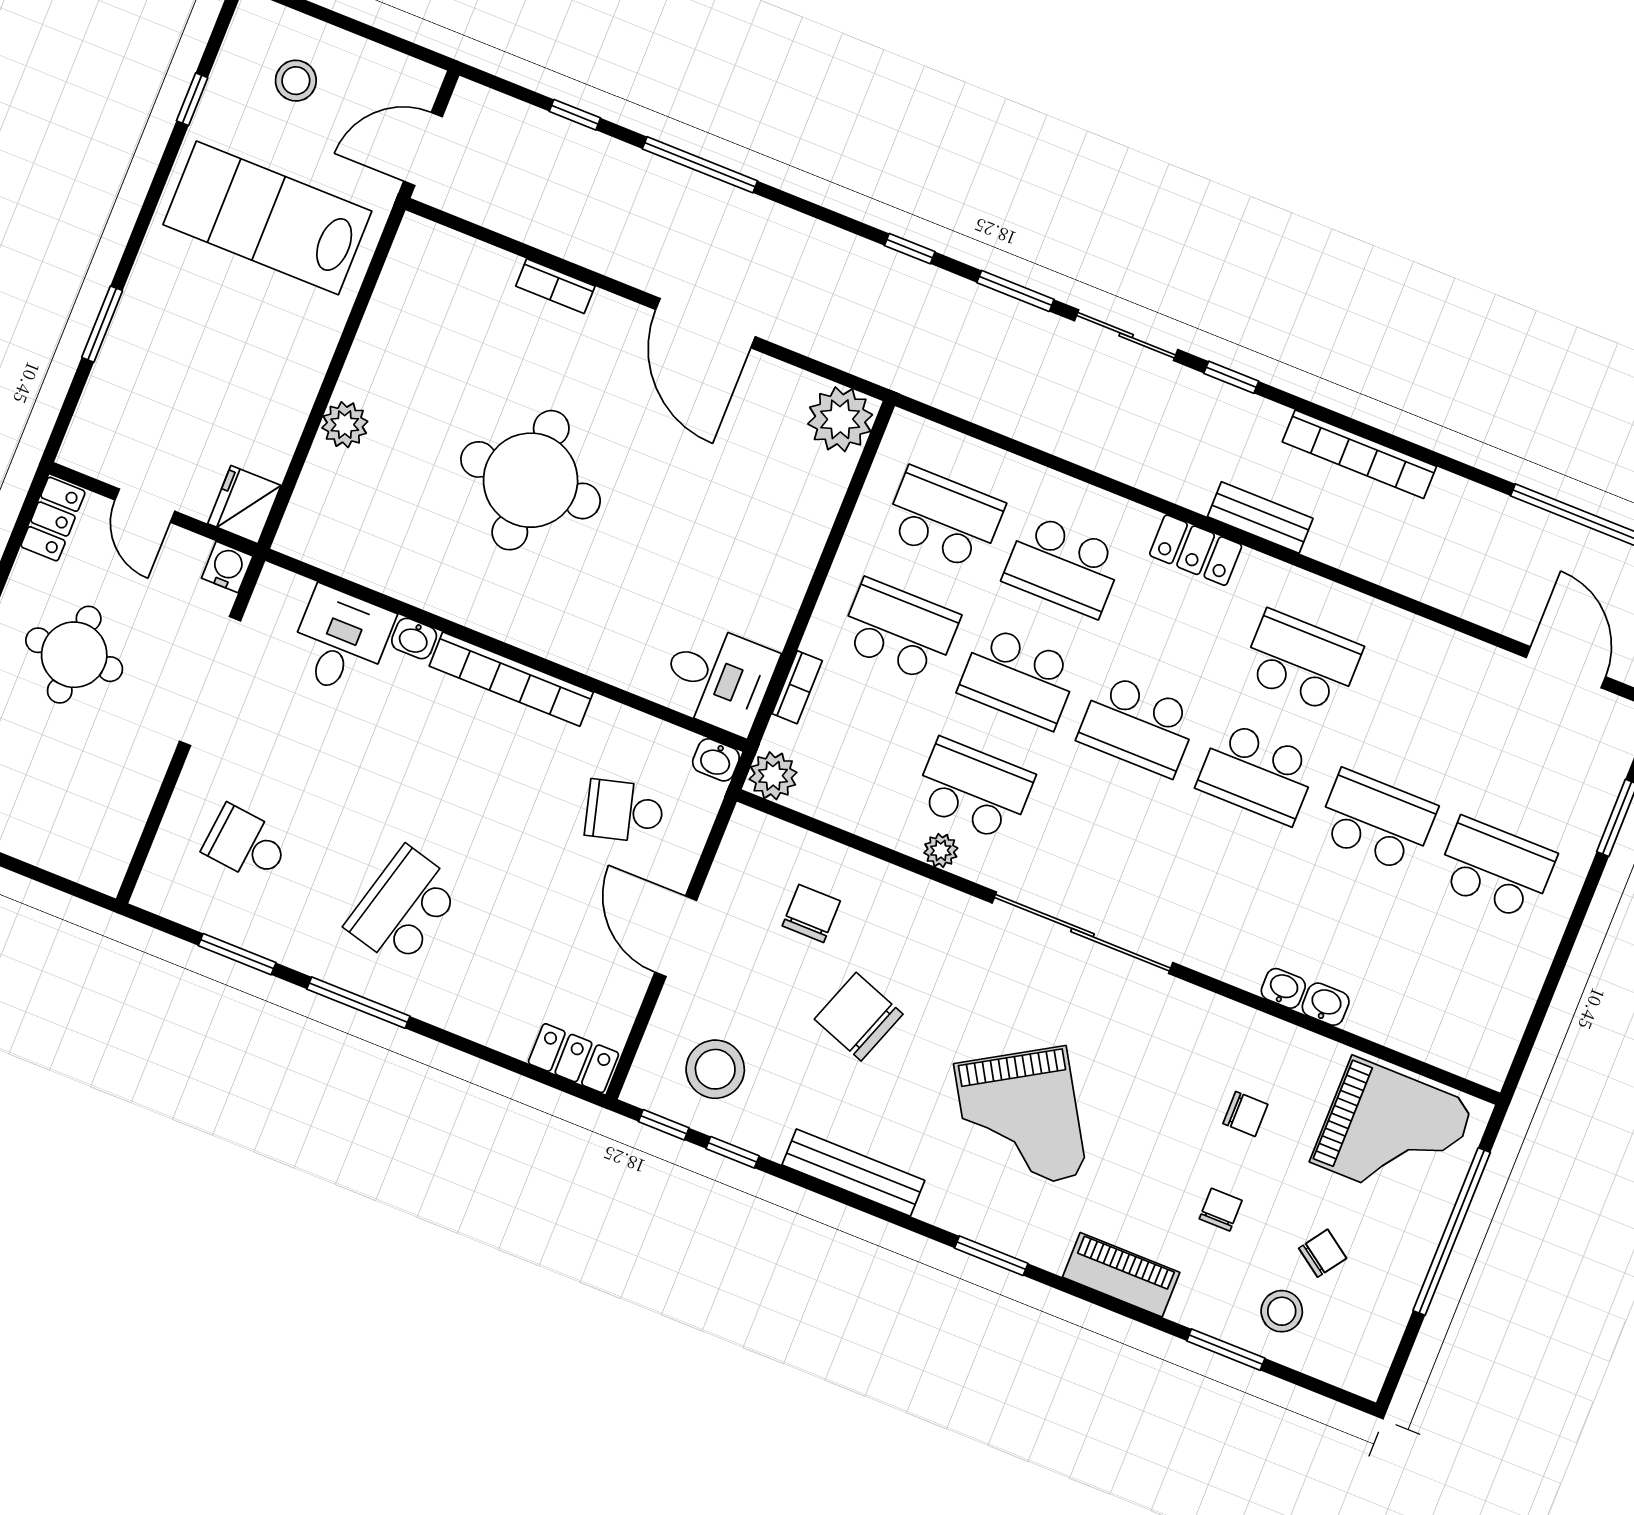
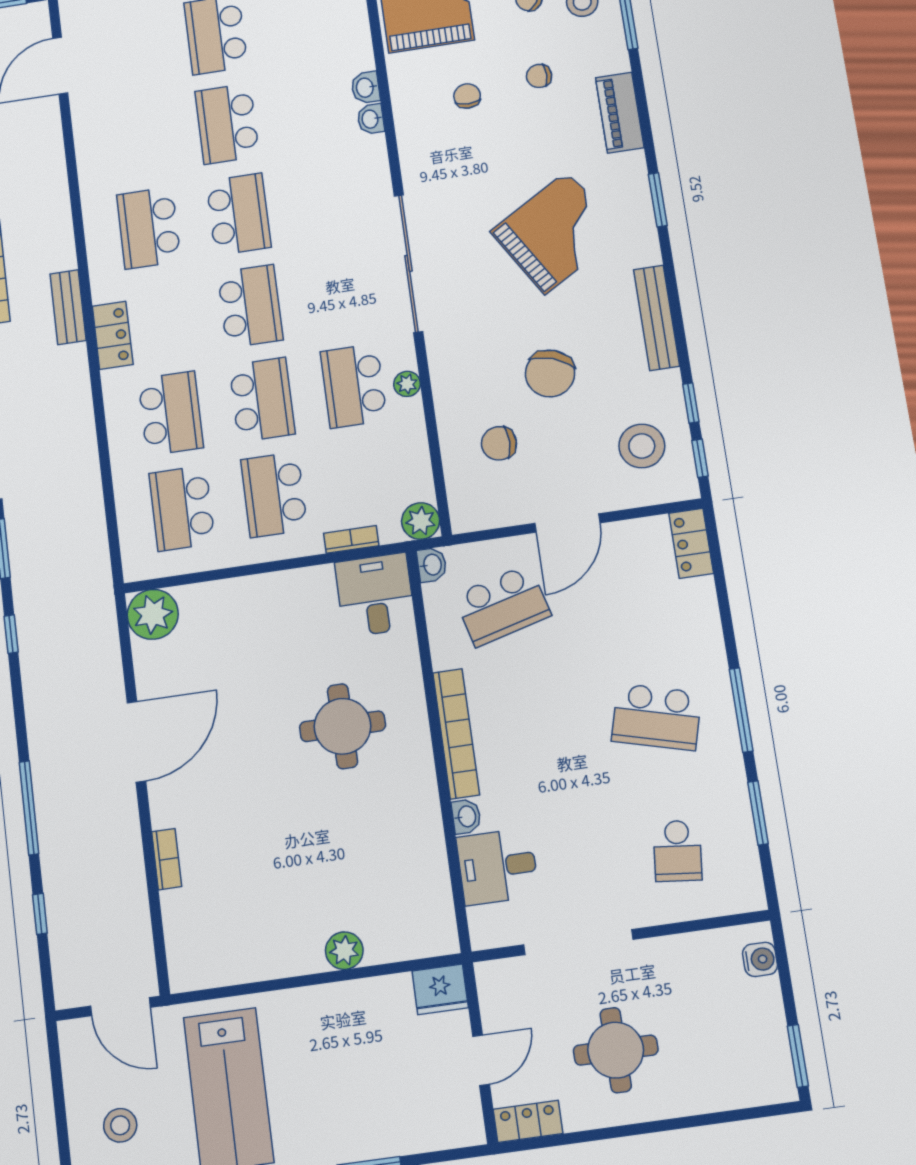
round table: (531, 480) -> (343, 726), moved, width x0.73, depth x0.73
water cooler: (227, 567) -> (760, 959), moved, turned 180
school desk: (624, 811) -> (502, 605), width x1.85

